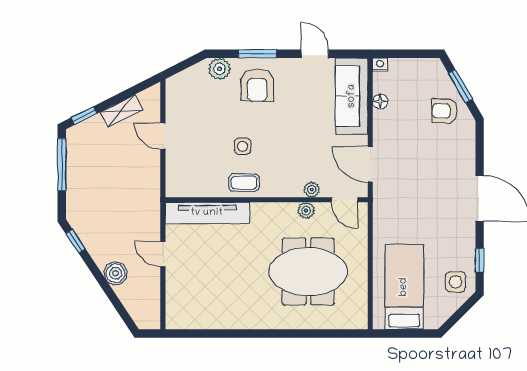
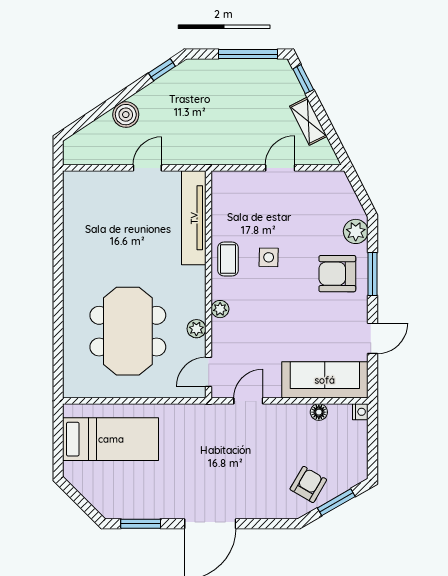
armchair: (445, 111) -> (308, 484), turned 30
door: (370, 164) -> (248, 401), width x0.73
plant: (312, 190) -> (220, 309), moved
window: (480, 260) -> (141, 524), width x1.50
side table: (455, 282) -> (116, 497), removed

